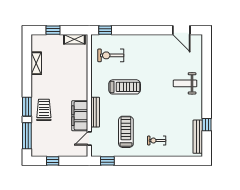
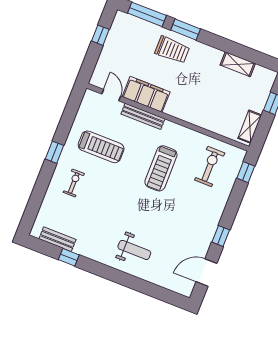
window: (154, 30) -> (221, 236), added
weight bench: (185, 83) -> (134, 250), turned 90
bench: (198, 137) -> (57, 239), width x0.73
window: (107, 161) -> (55, 152), moved

